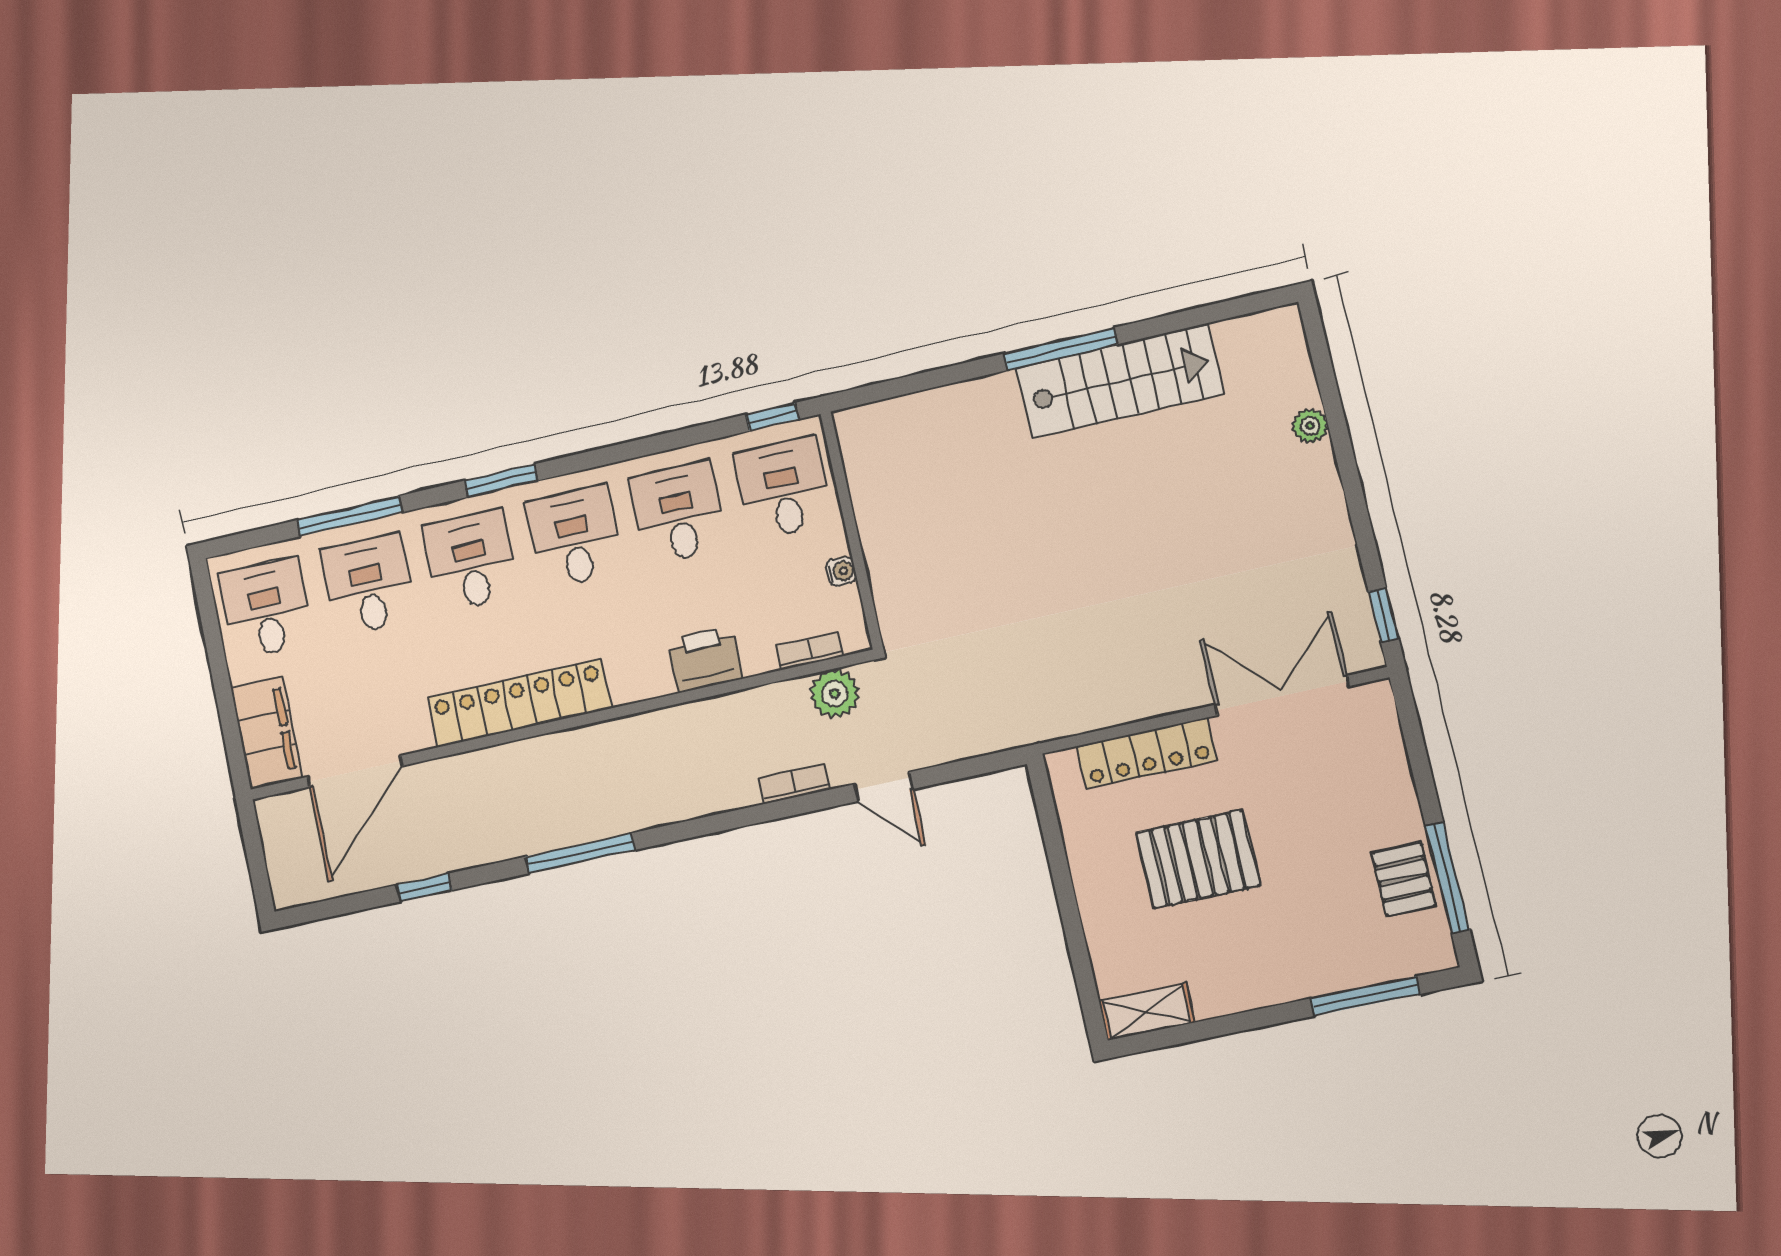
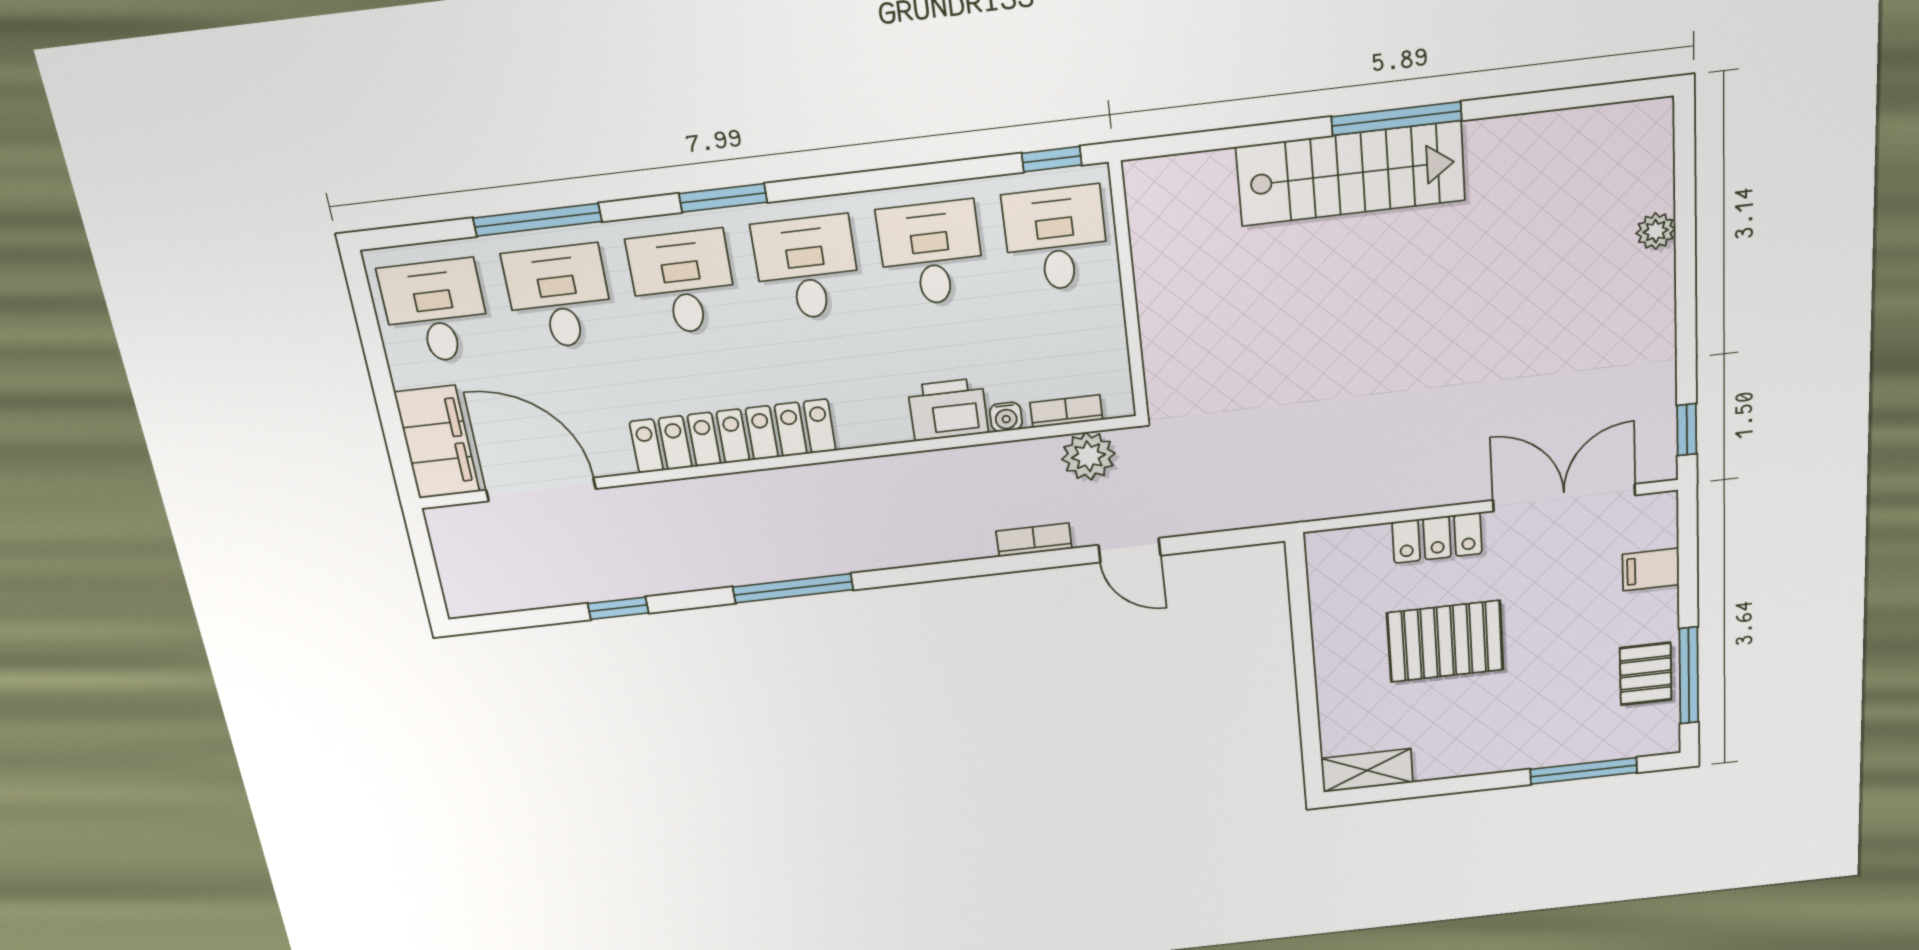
stairs: (1120, 381) -> (1351, 174), moved
water cooler: (841, 571) -> (1006, 417), moved, turned 90
locker: (1147, 753) -> (1437, 538), width x0.66
filing cabinet: (1383, 764) -> (1651, 570), added
door: (355, 771) -> (541, 489), swing flipped

